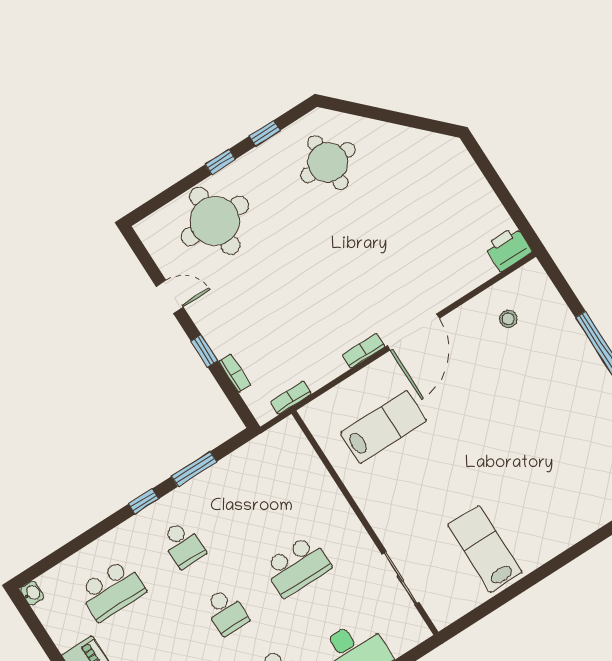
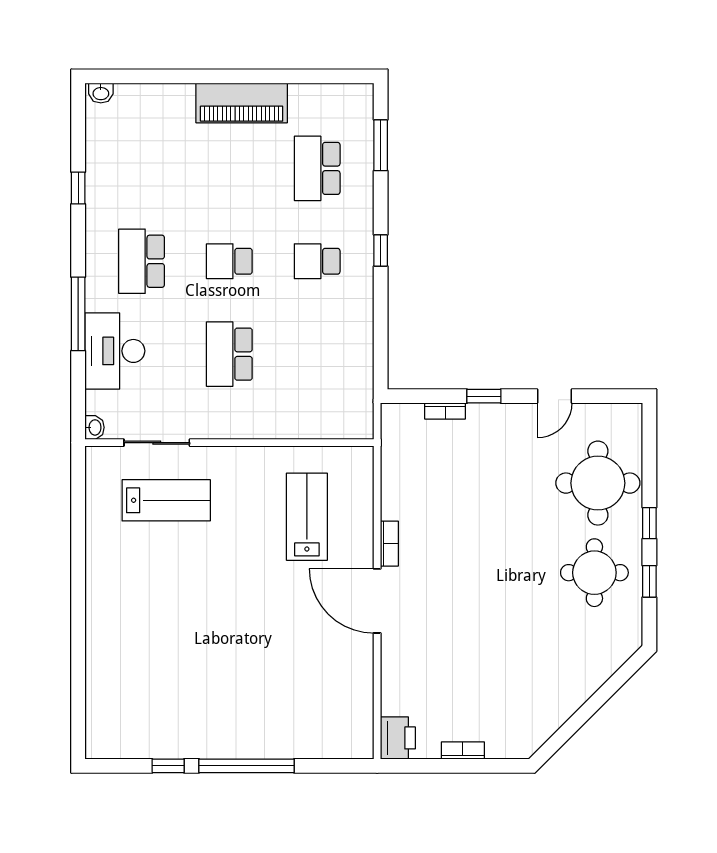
round table: (328, 162) -> (594, 573), moved
stool: (508, 319) -> (333, 696), removed
bookcase: (291, 398) -> (463, 751), moved, turned -90
lab bench: (384, 427) -> (307, 517), turned 180
window: (194, 469) -> (381, 145), moved
lab bench: (485, 549) -> (166, 500), moved
washbasin: (32, 593) -> (94, 427), moved, turned -90

